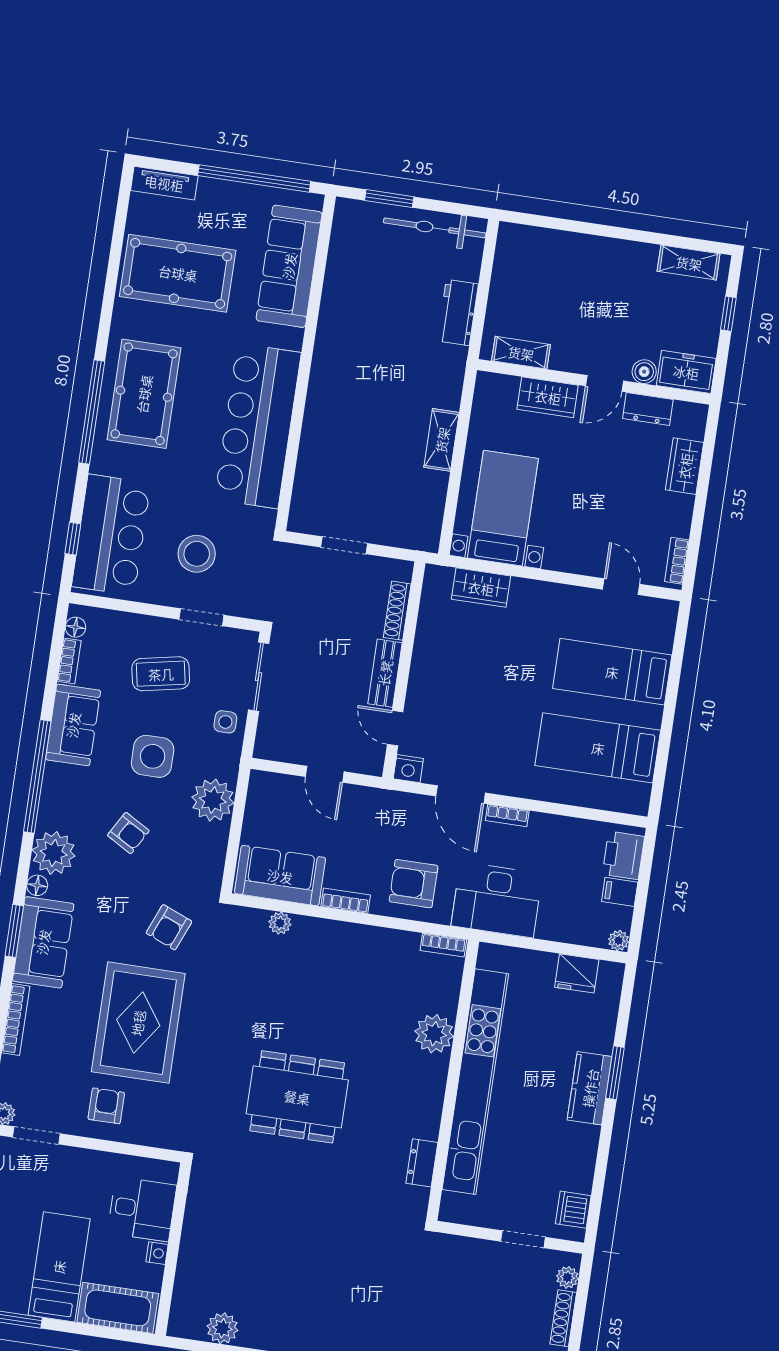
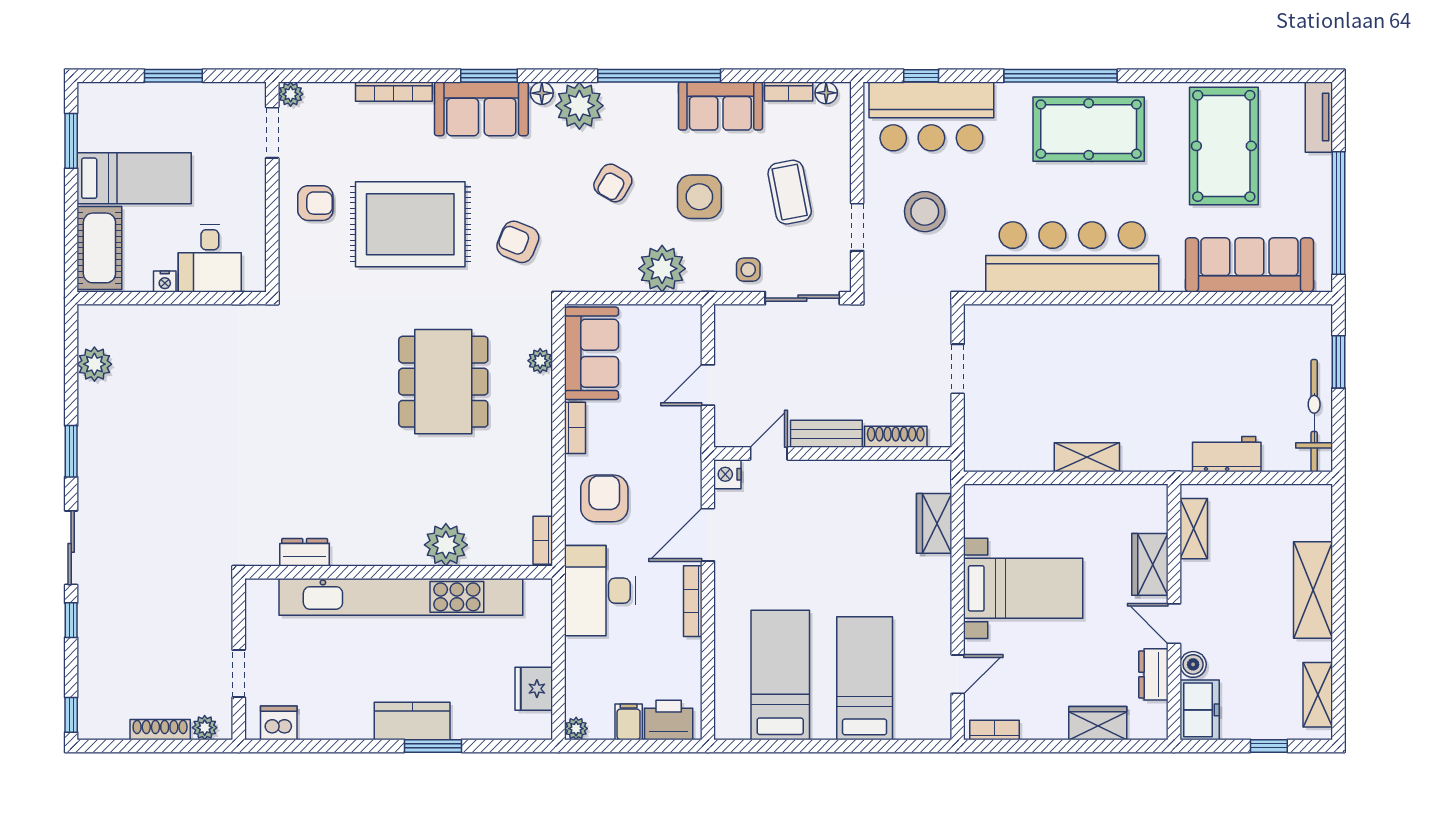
shelving: (593, 253) -> (1313, 590), added
bed with nightstands: (503, 508) -> (1023, 588), moved
bookcase: (507, 816) -> (693, 601), width x1.56
dining table: (297, 1097) -> (443, 382), moved

